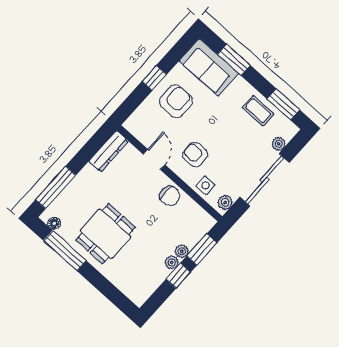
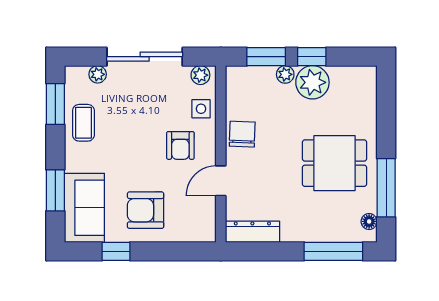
window: (154, 78) -> (116, 251), moved
plant: (172, 262) -> (312, 82), width x1.88, depth x1.88

